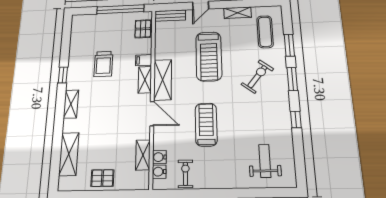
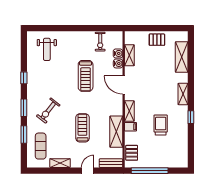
treadmill: (209, 56) -> (82, 128), width x0.73, depth x0.73
shelving: (163, 80) -> (116, 132), moved
water cooler: (159, 172) -> (118, 64), moved

